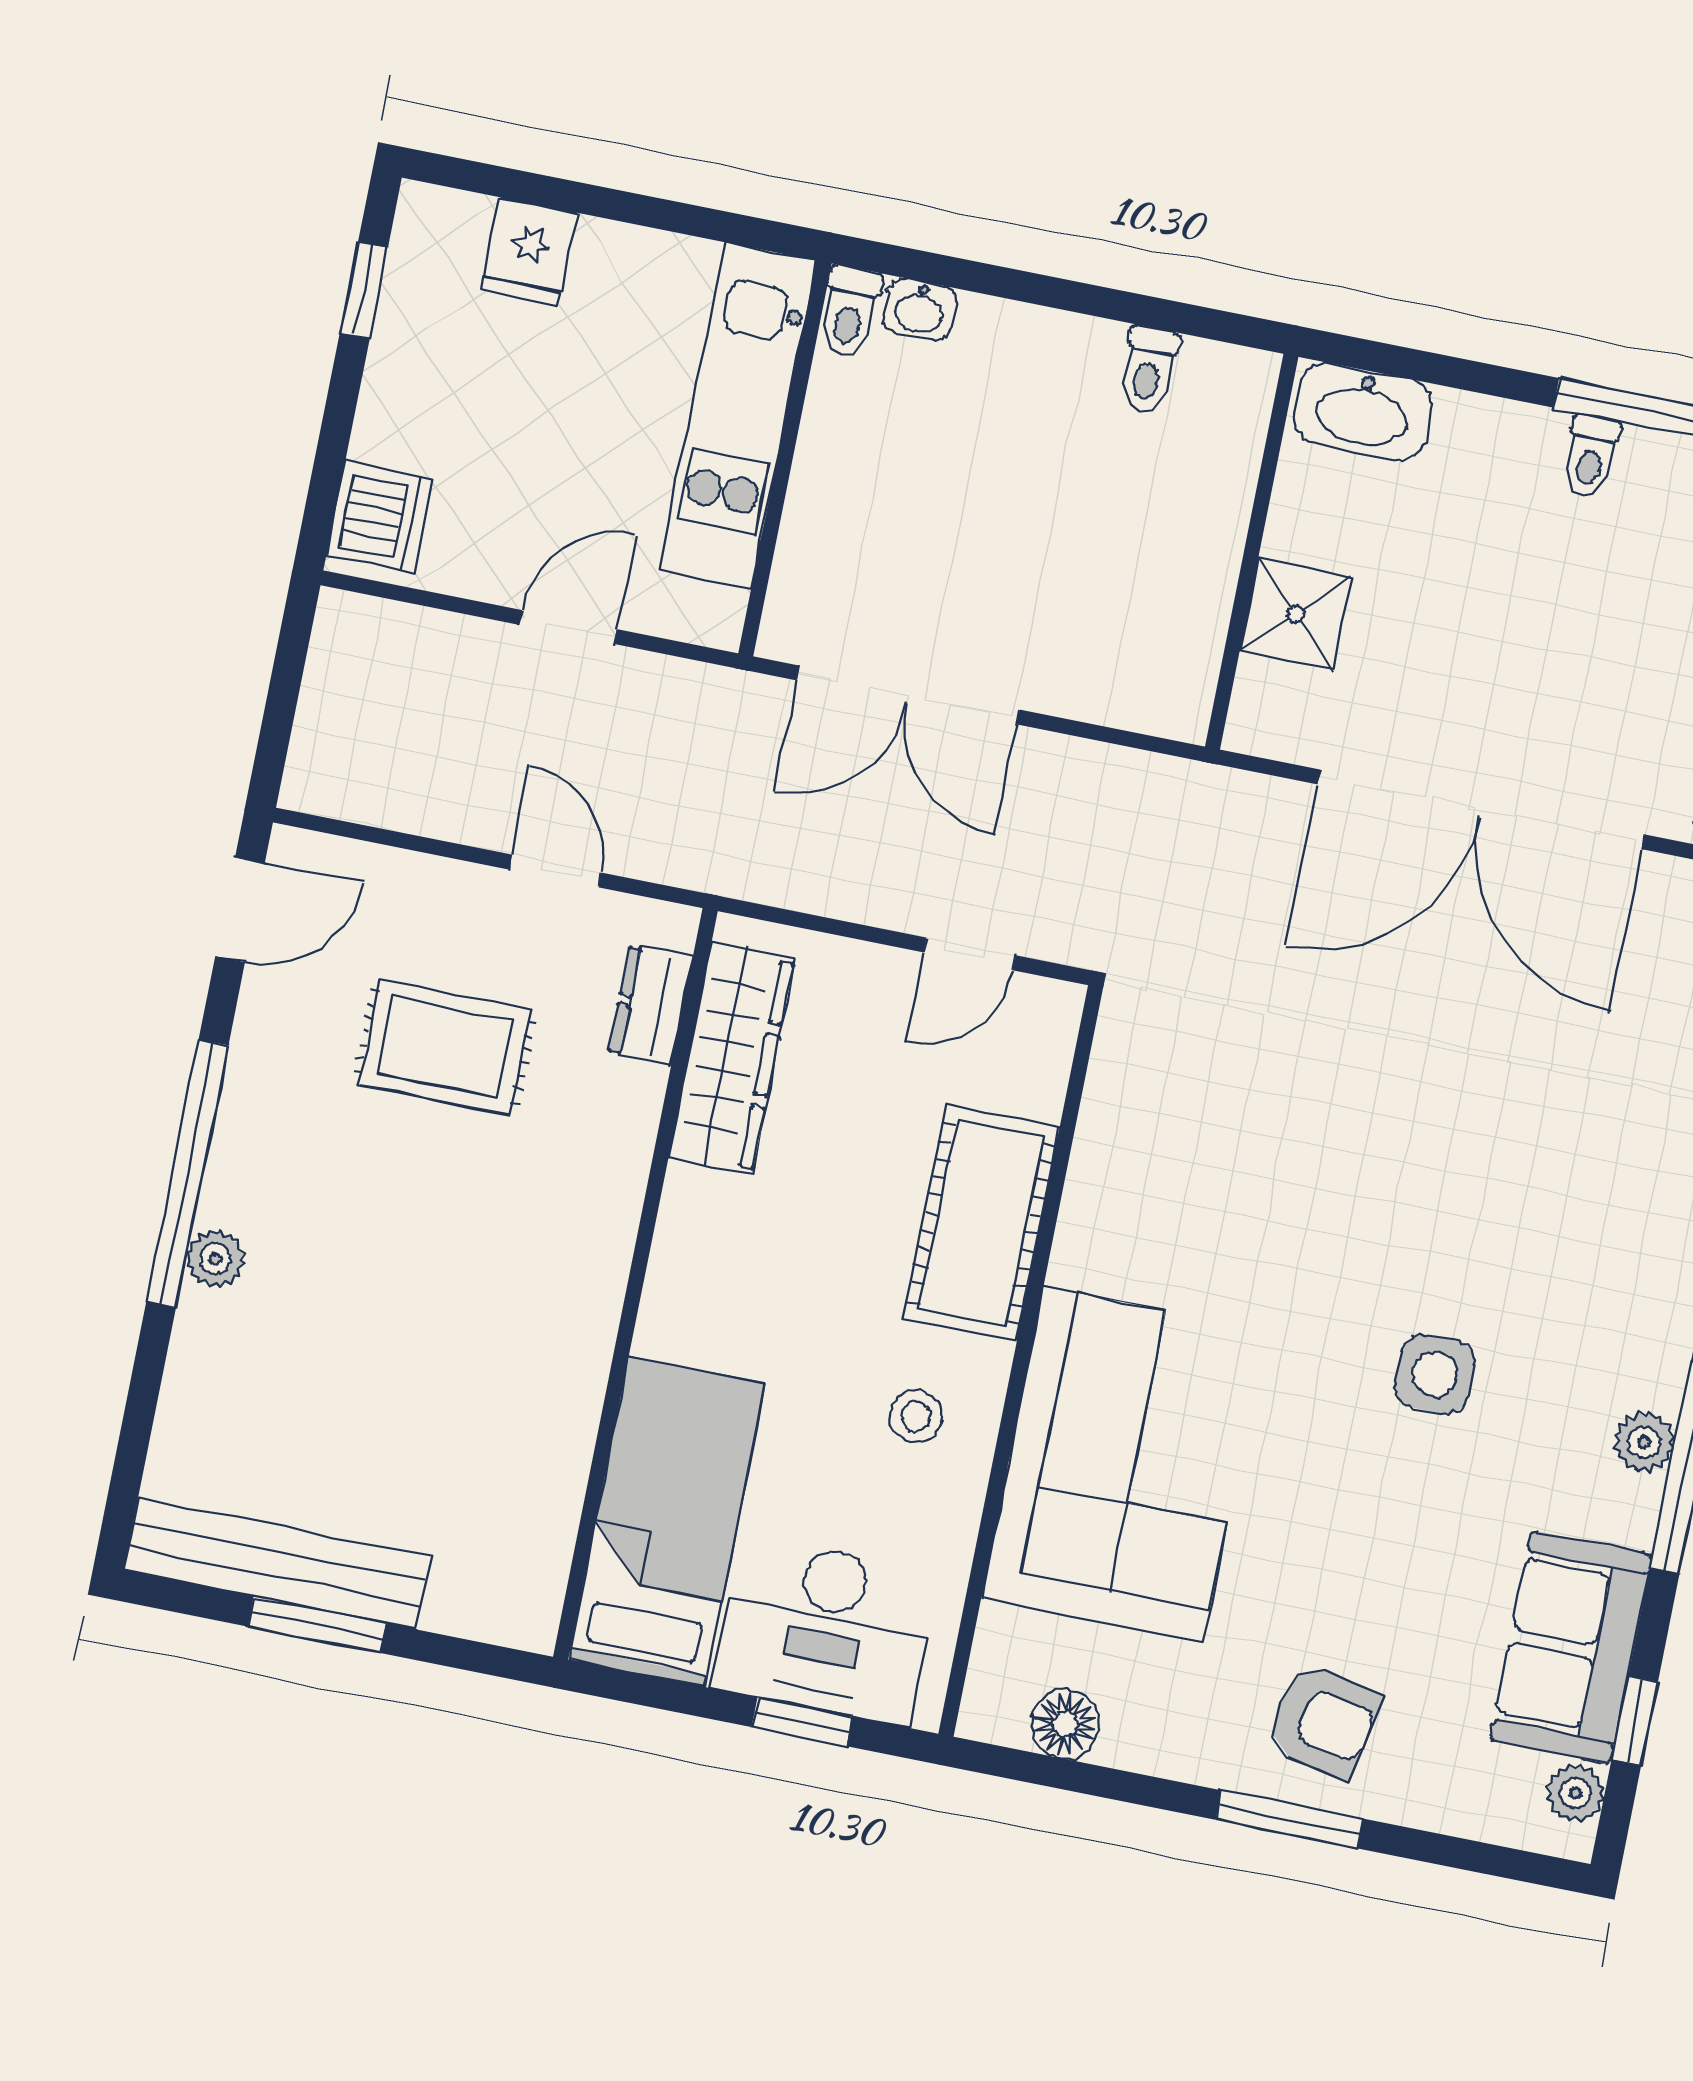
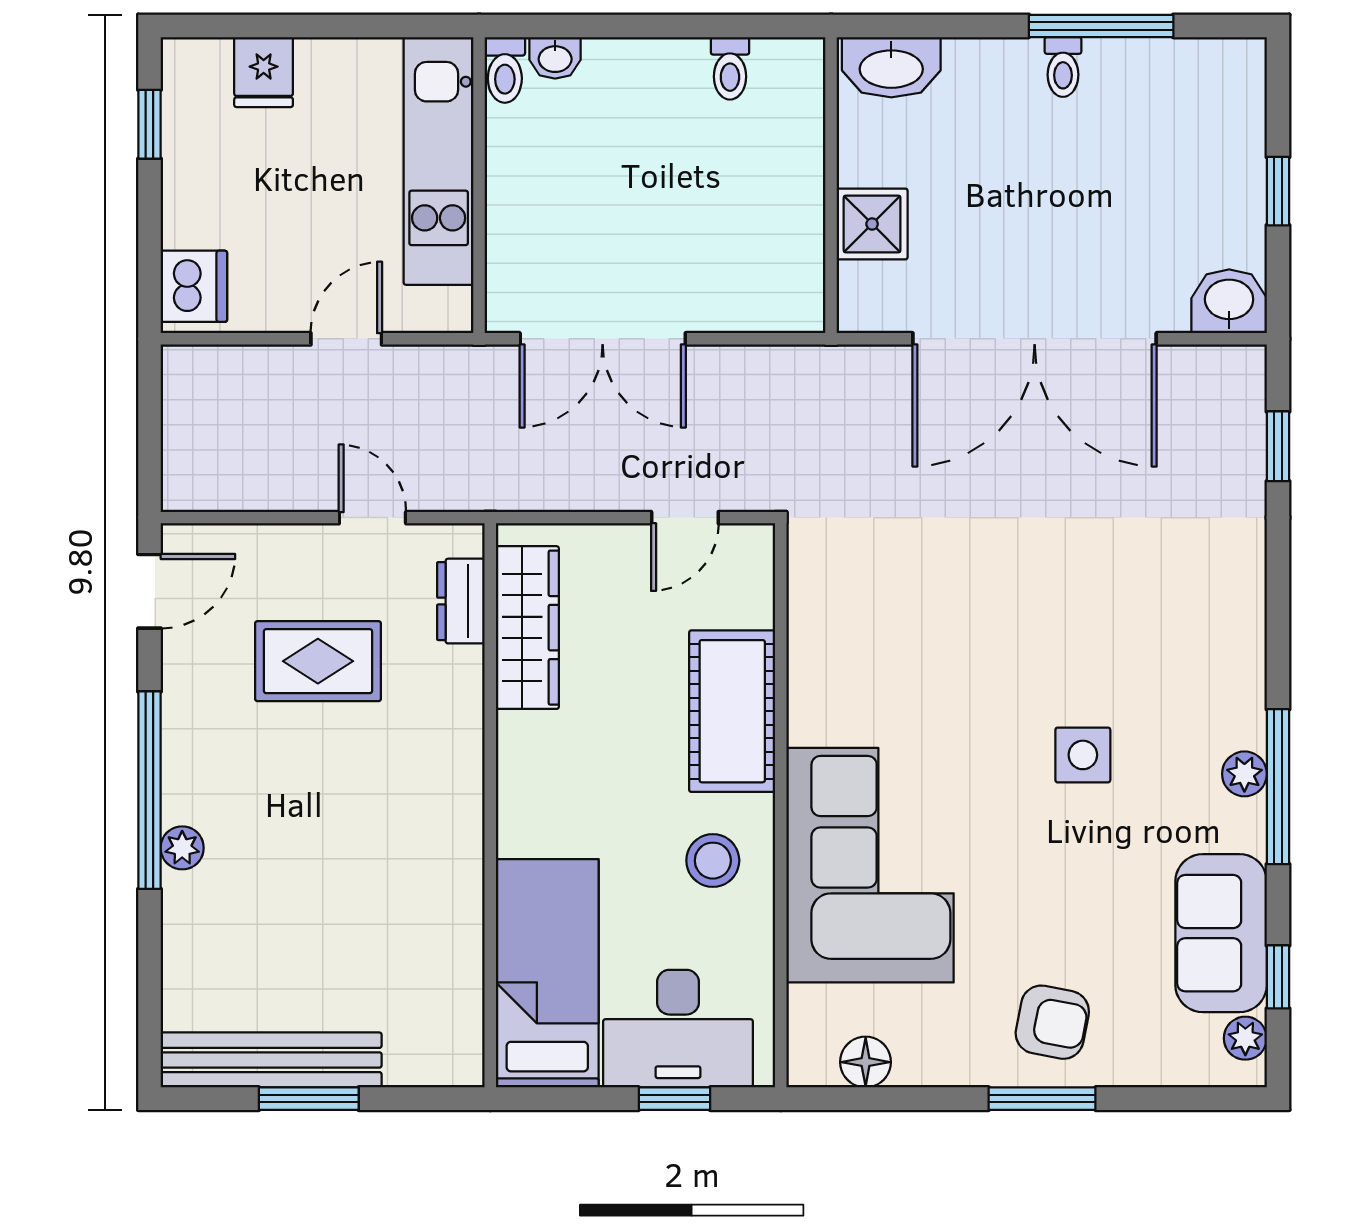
stool: (916, 1416) -> (713, 861), width x1.37, depth x1.37

